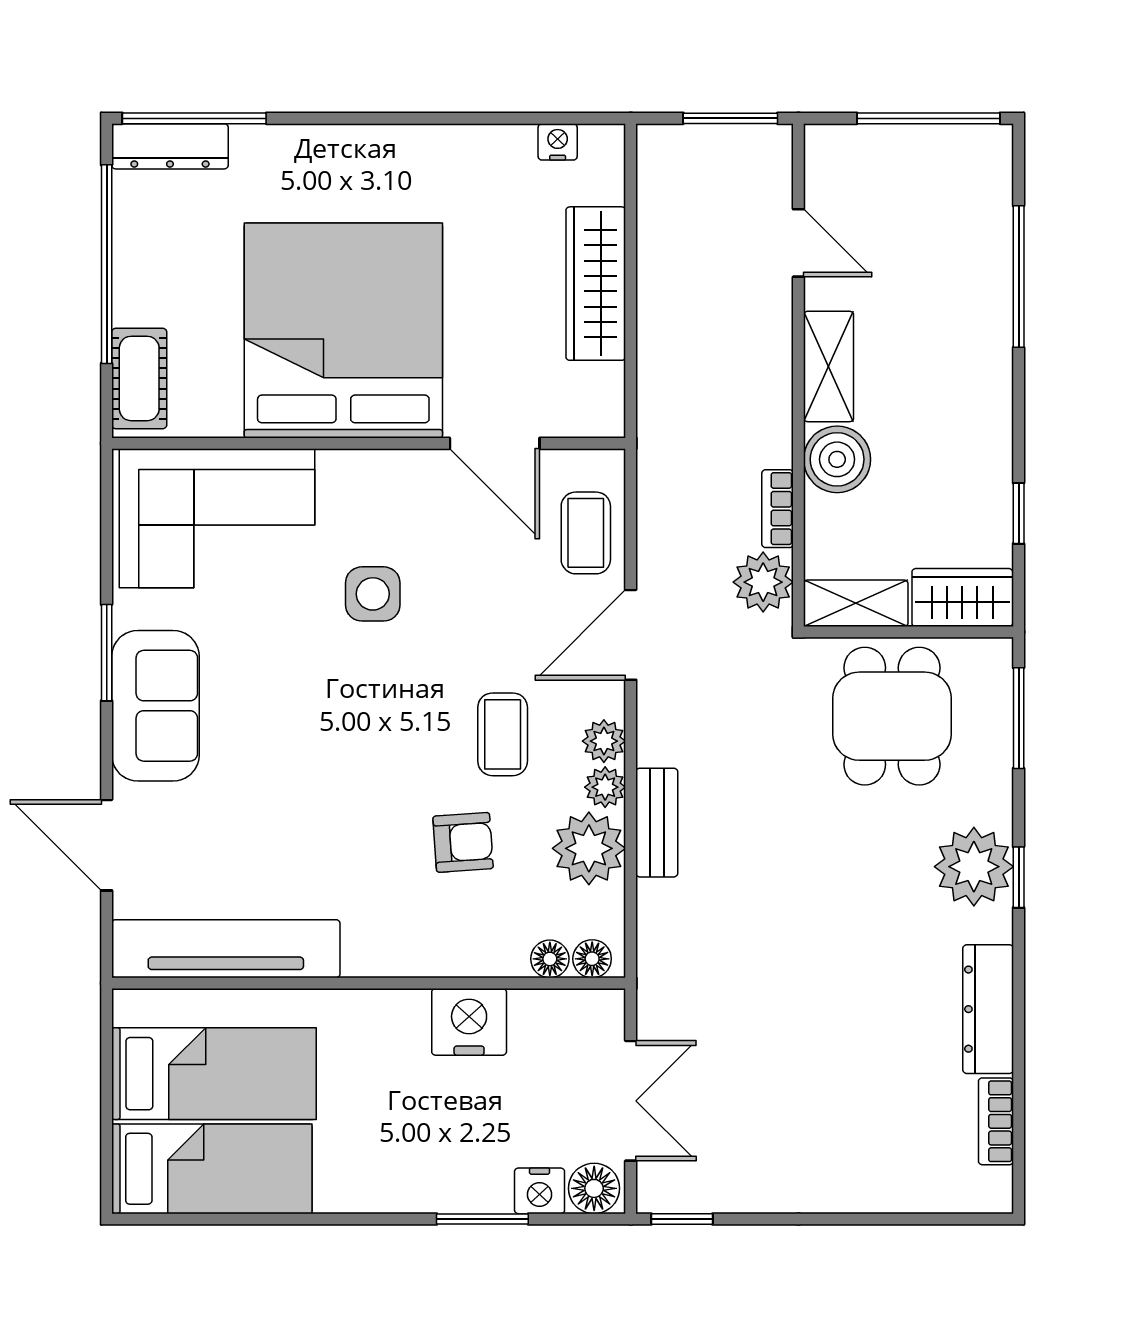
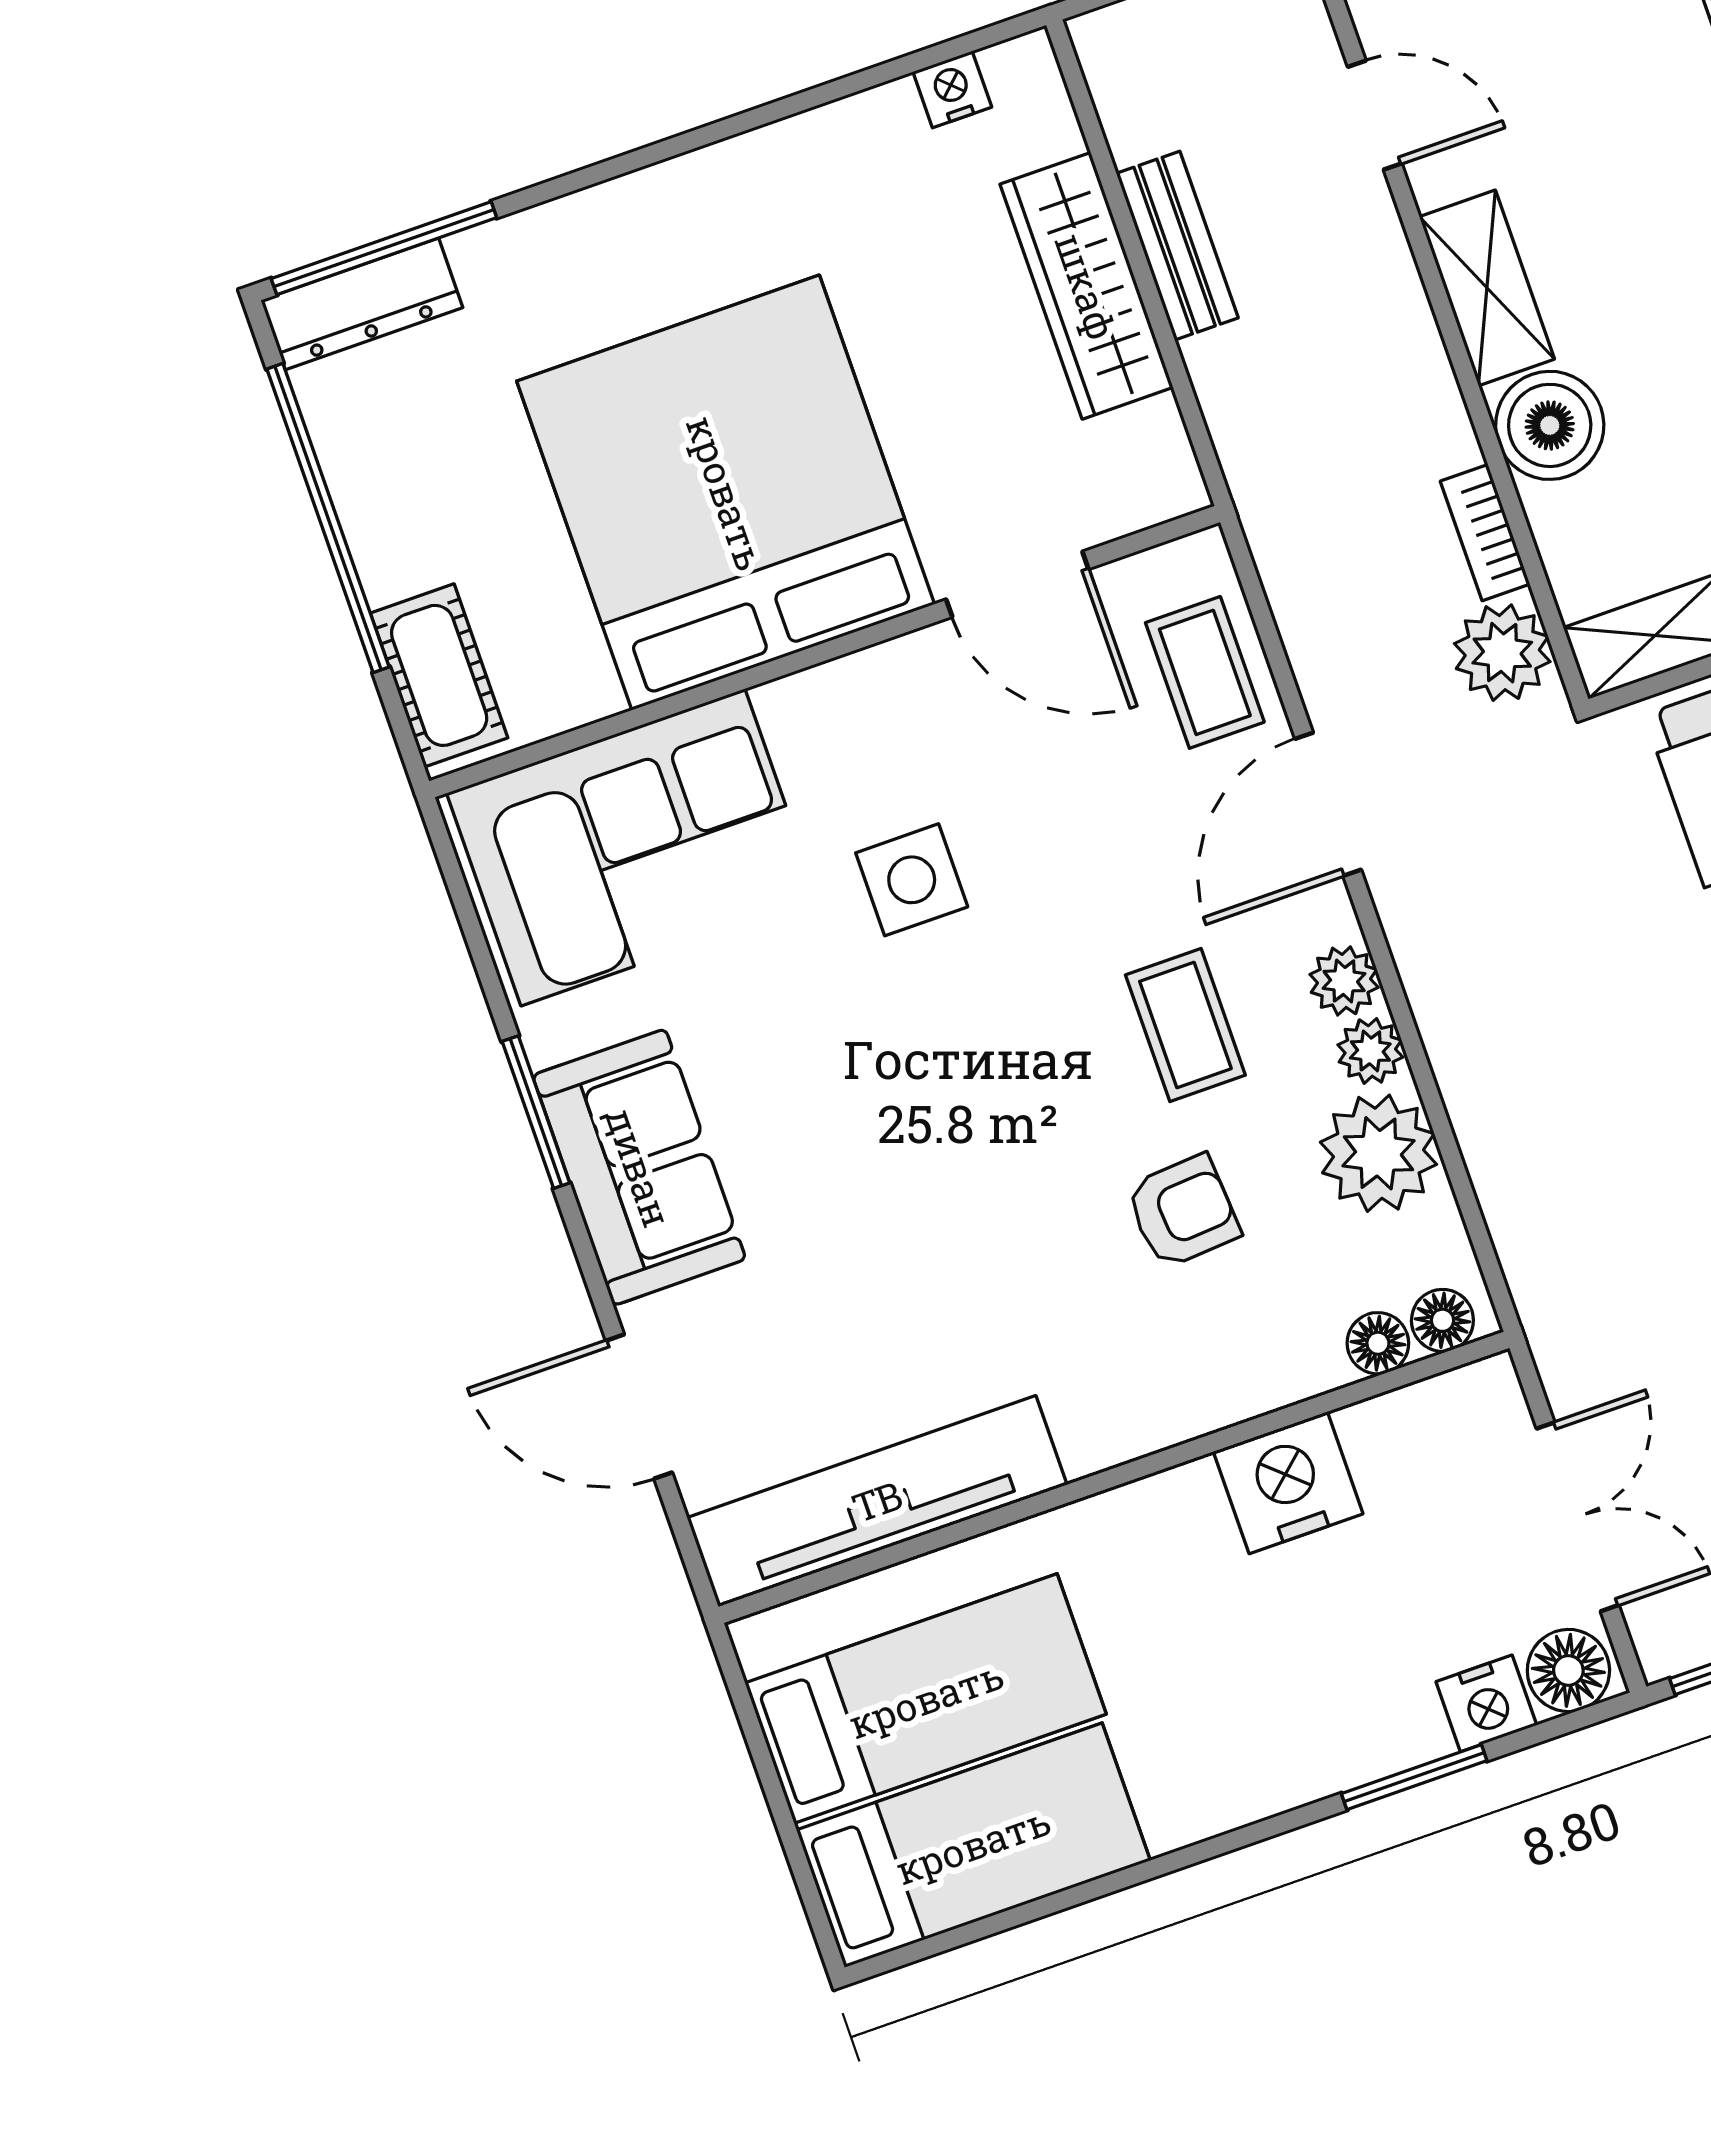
bench: (657, 823) -> (1177, 246), moved

